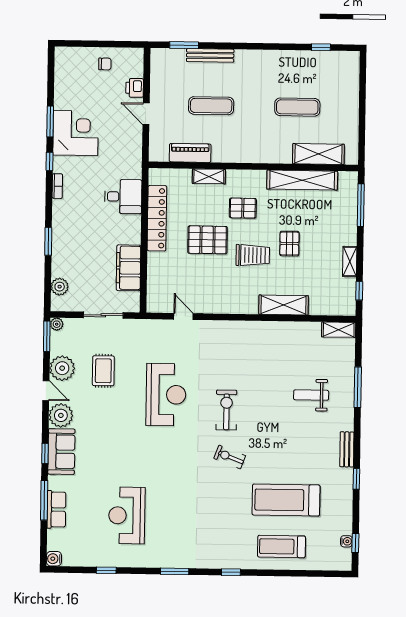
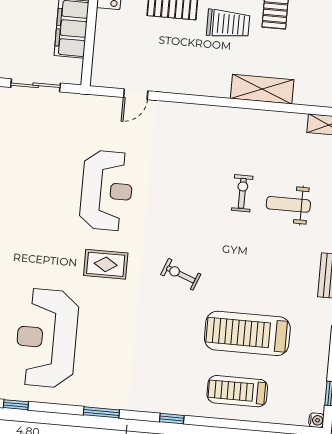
door: (183, 316) -> (136, 94), swing flipped
rug: (103, 371) -> (106, 264), moved, turned 90
exercise bike: (226, 410) -> (242, 193), moved, width x0.73, depth x0.72
reception desk: (127, 515) -> (47, 338), width x1.36, depth x1.30
water cooler: (346, 541) -> (316, 420), moved

